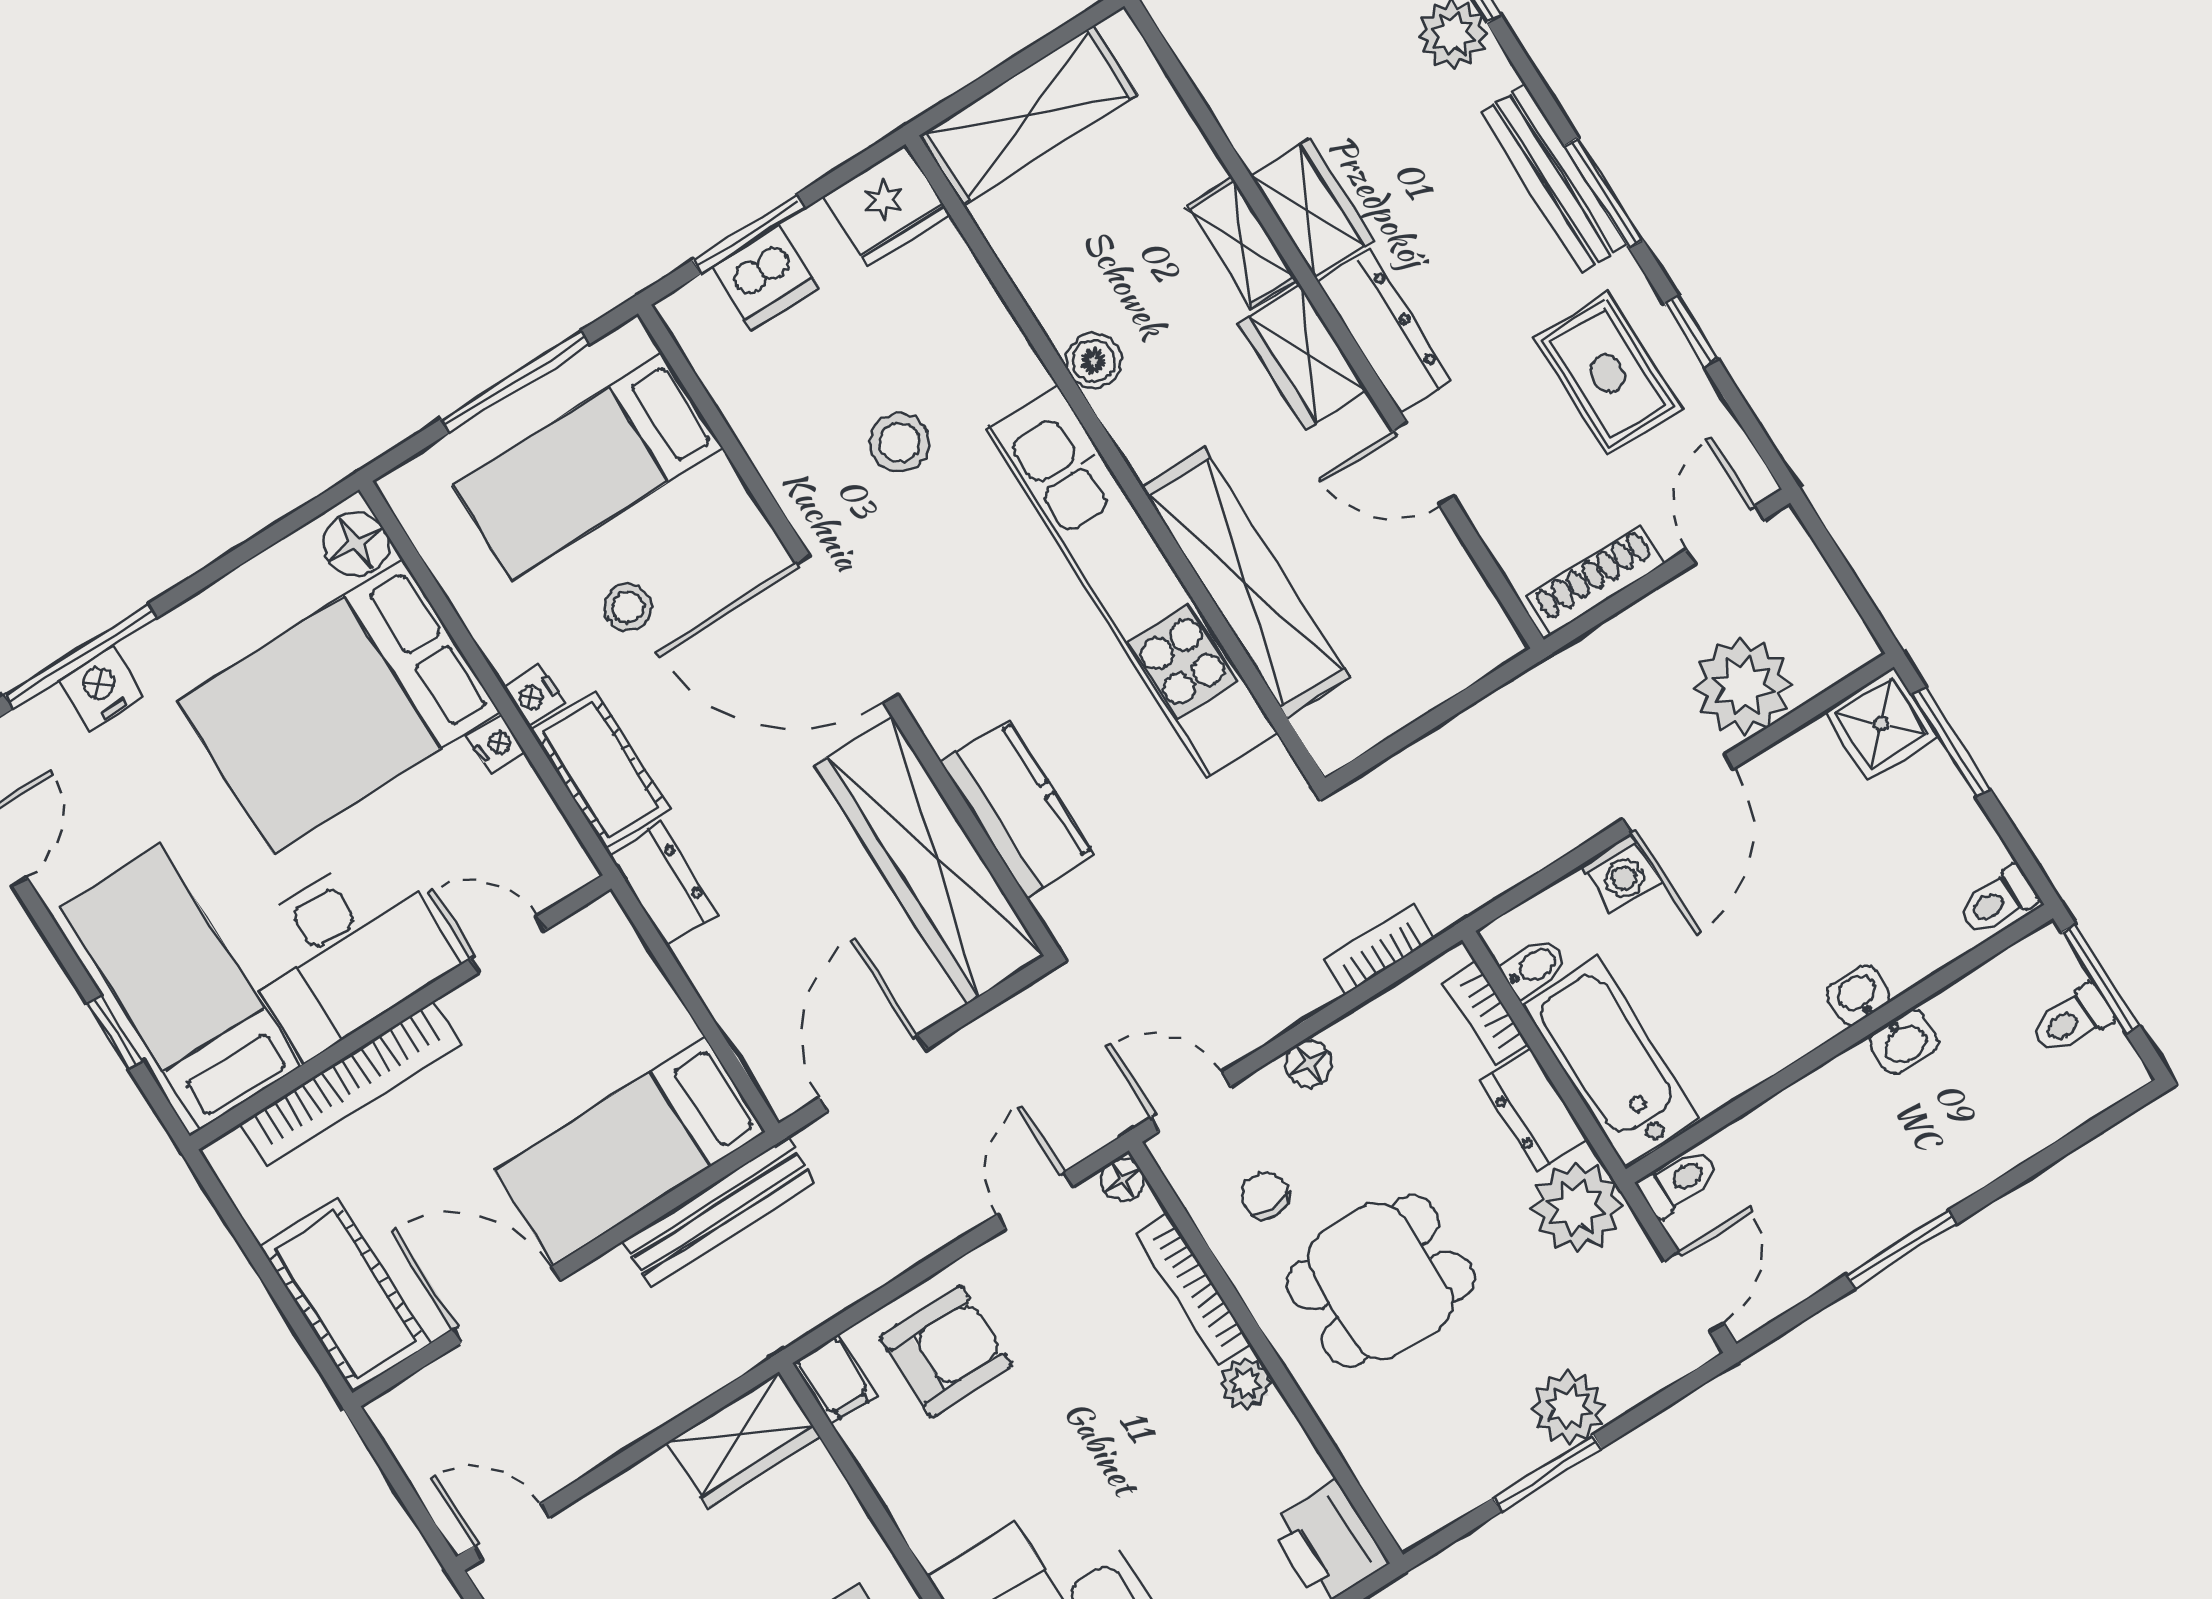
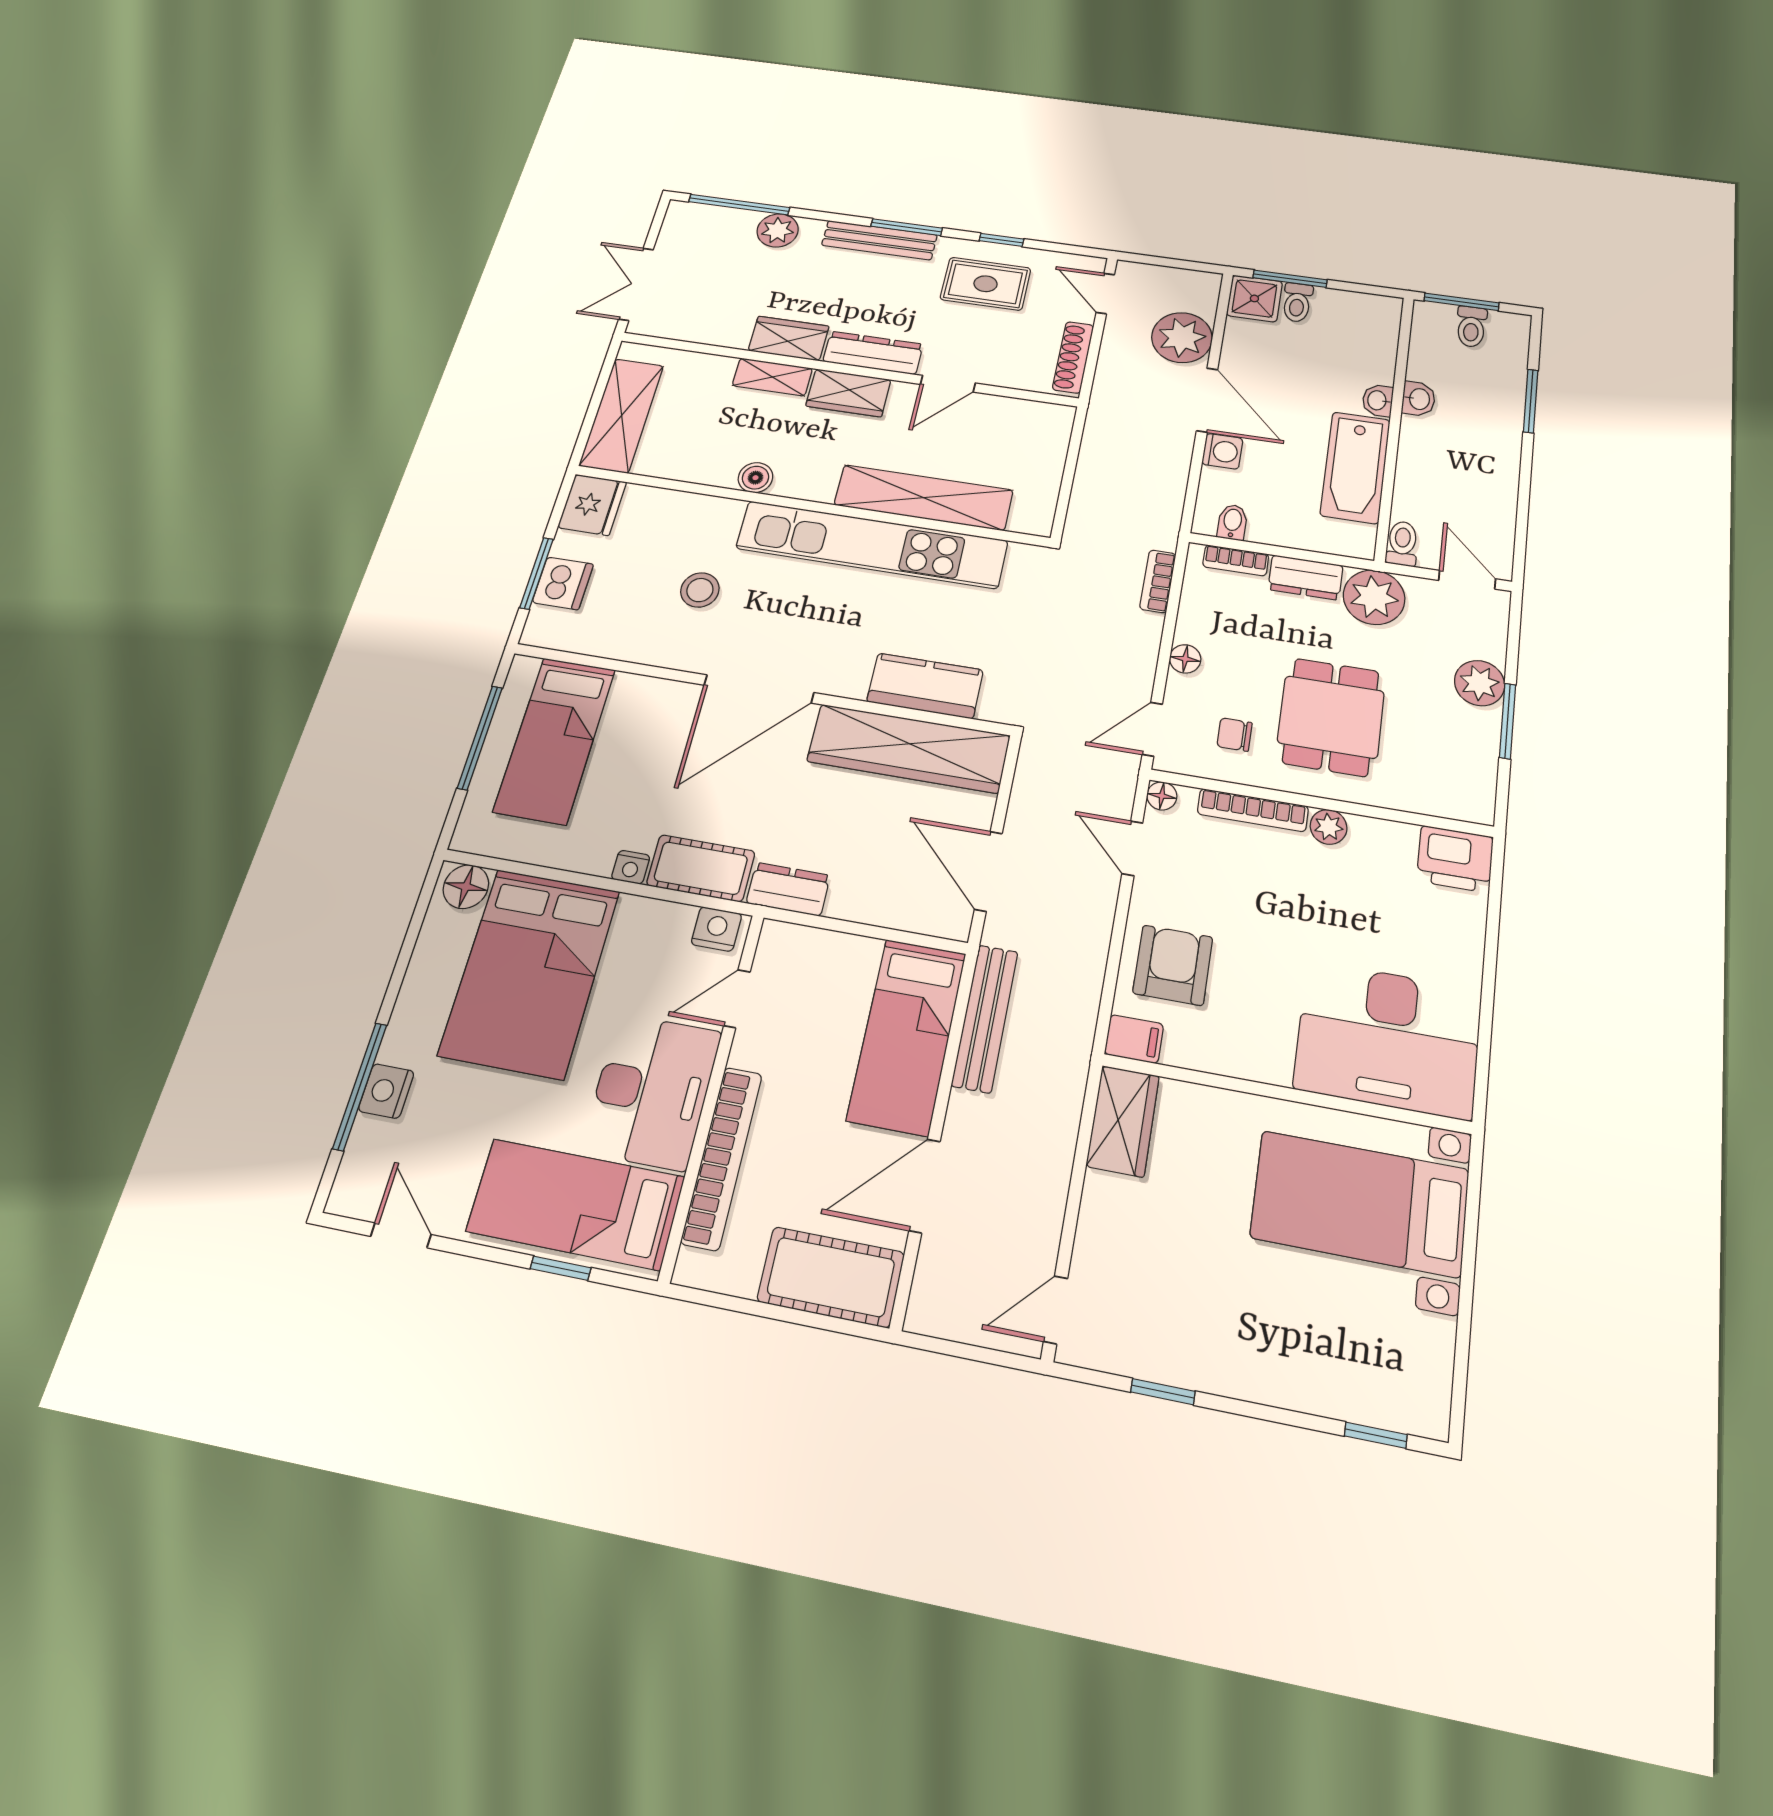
stool: (628, 607) -> (639, 782), removed
nightstand: (496, 745) -> (716, 929), moved, width x1.39, depth x1.35
toilet: (1998, 901) -> (1297, 302), moved
bathtub: (1611, 1062) -> (1355, 467), moved, turned -90
window: (1901, 1249) -> (1531, 401), moved

